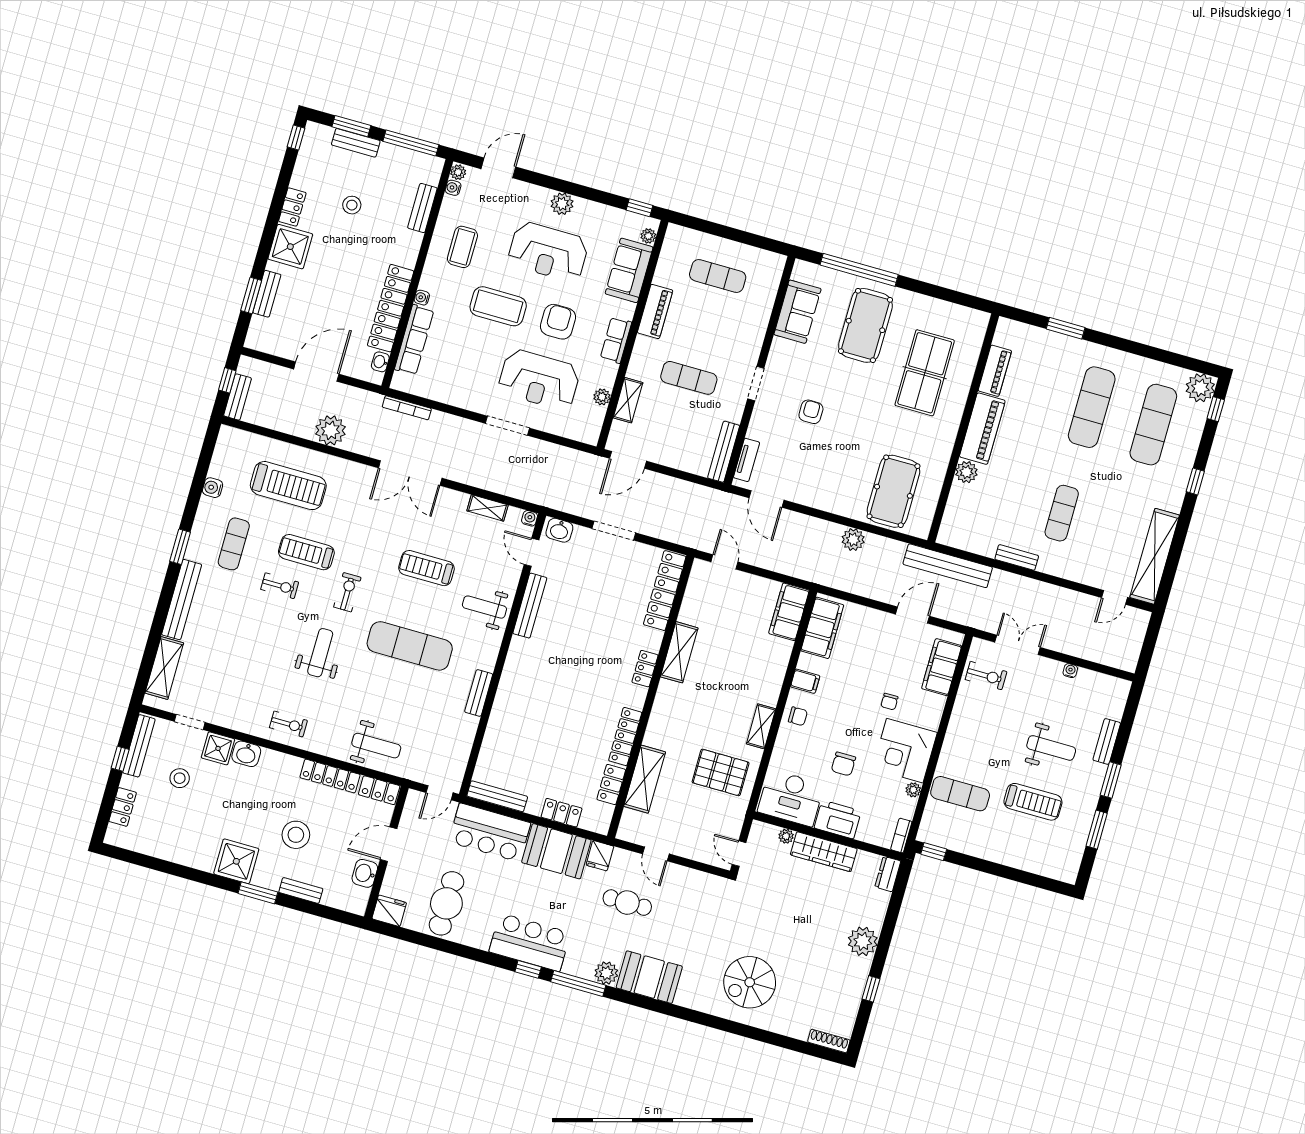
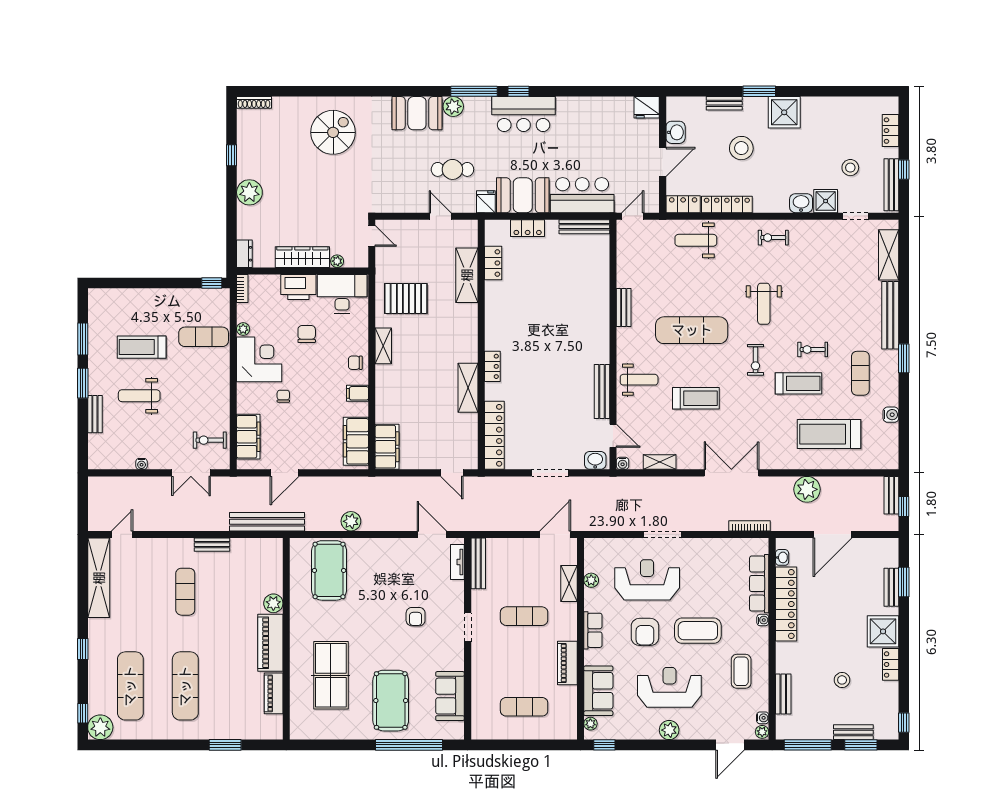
locker: (625, 737) -> (493, 306), removed
cafe table: (446, 903) -> (601, 127), removed

